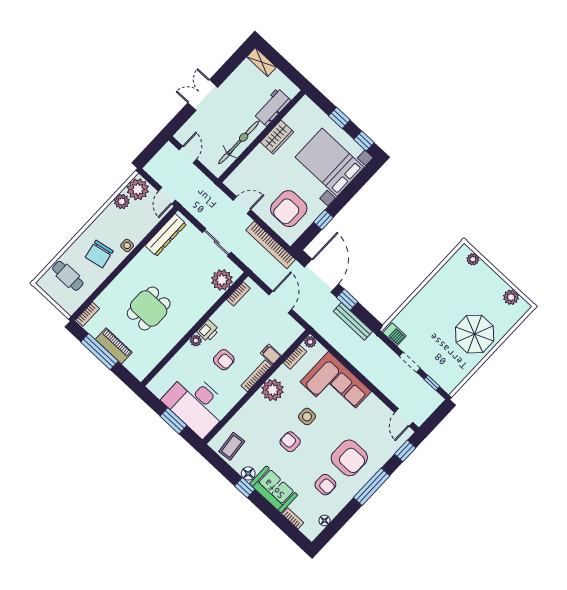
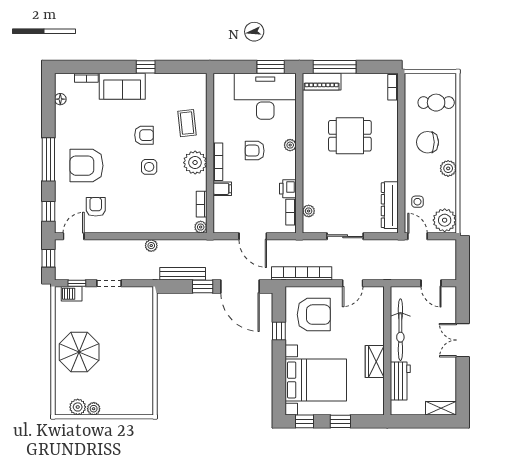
double door: (203, 95) -> (463, 340), swing flipped
plant: (122, 201) -> (448, 168), moved
armchair: (289, 209) -> (314, 315), turned 90
side table: (127, 245) -> (417, 202), moved
chair: (99, 254) -> (428, 142), turned -79
plant: (473, 259) -> (94, 409), moved
plant: (222, 280) -> (309, 211), width x0.53, depth x0.53
dining table: (149, 309) -> (350, 136), turned 90
printer: (208, 331) -> (288, 189), moved
barbecue: (394, 334) -> (72, 294), moved
piano: (114, 346) -> (322, 82), moved
window: (99, 352) -> (335, 67), moved
plant: (356, 361) -> (151, 246), added
corner sofa: (336, 387) -> (149, 211), removed
desk: (196, 404) -> (265, 96), moved
door: (404, 417) -> (74, 236), hinge flipped
window: (435, 419) -> (48, 258), added
window: (173, 421) -> (271, 67), moved
coffee table: (232, 446) -> (187, 123), moved
floor lamp: (248, 473) -> (153, 80), removed
armchair: (325, 485) -> (96, 207), moved, turned 90

